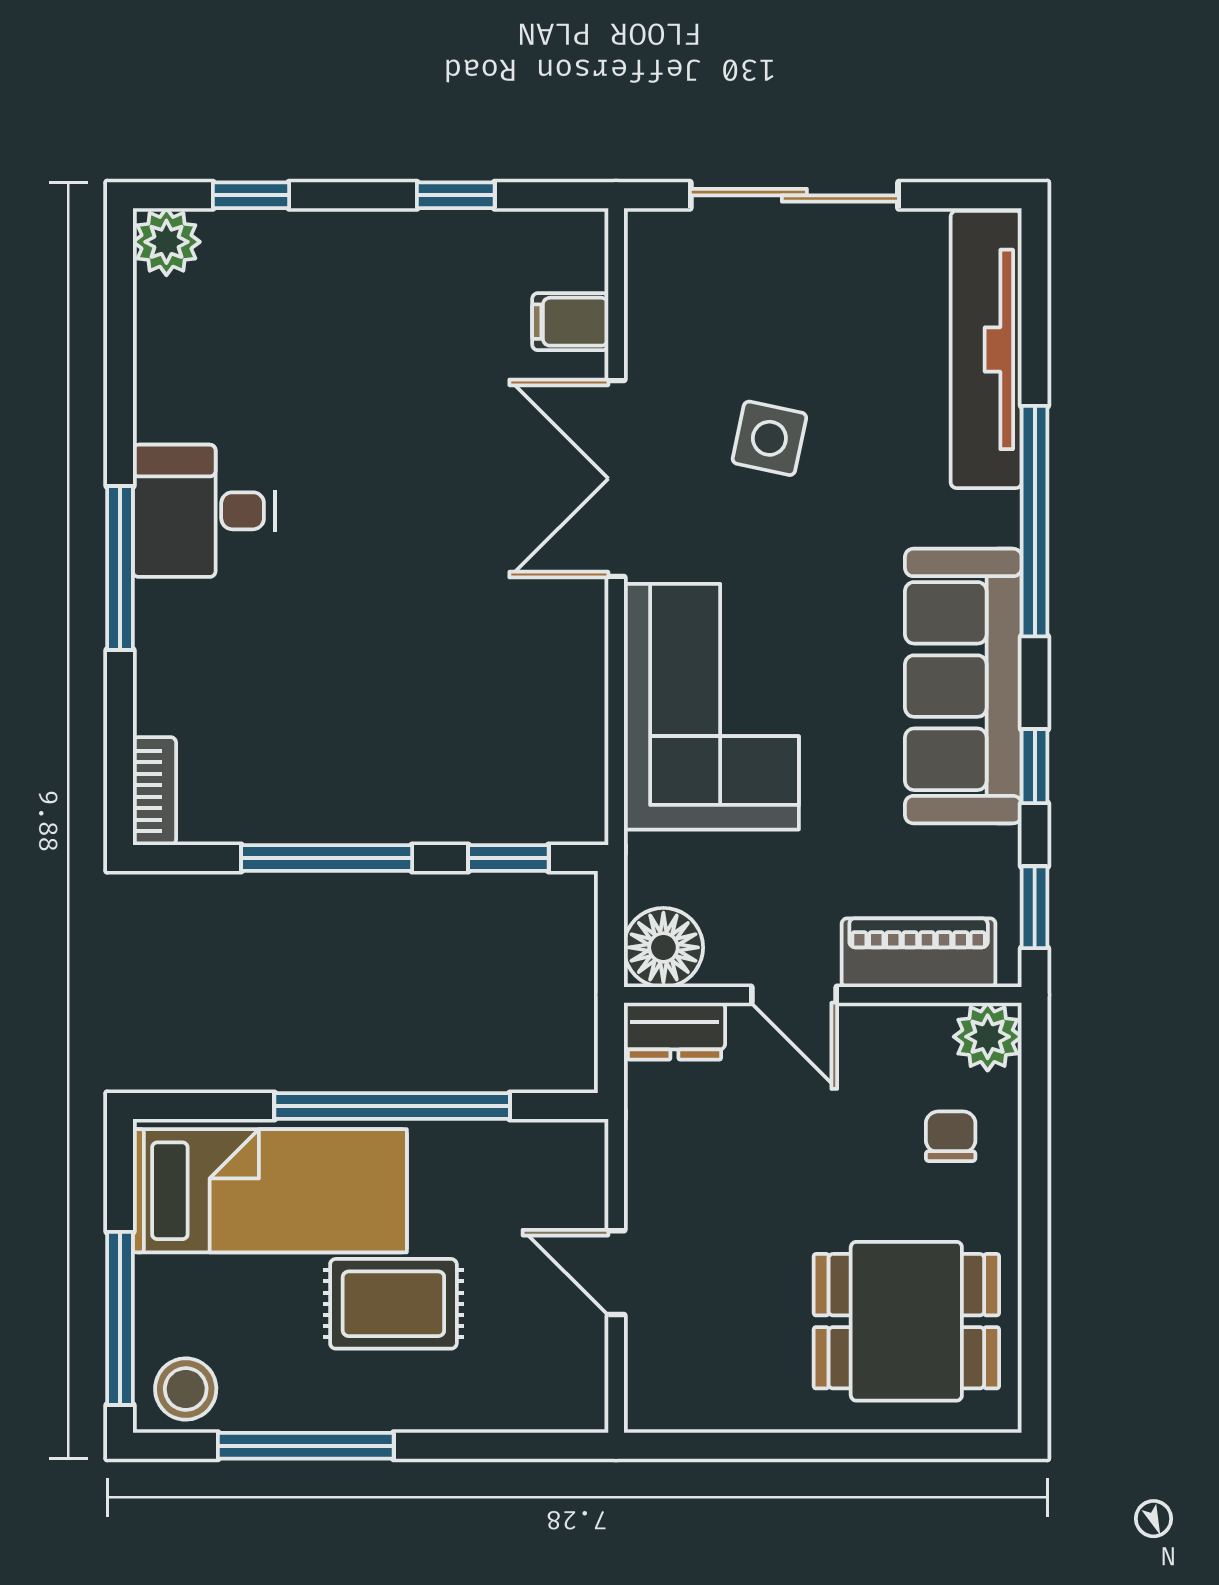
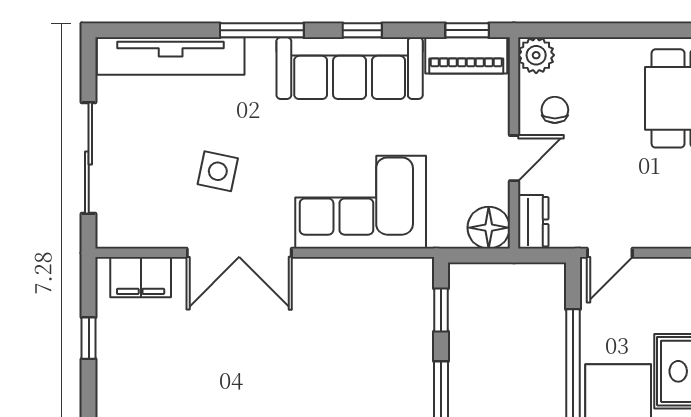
filing cabinet: (570, 322) -> (141, 277), width x2.00
window: (1035, 521) -> (262, 30), width x0.68
window: (1035, 766) -> (362, 30), moved
piano: (919, 953) -> (466, 55), moved, turned -90
chair: (951, 1136) -> (555, 110), moved, turned 90
door: (616, 1273) -> (610, 253), moved

